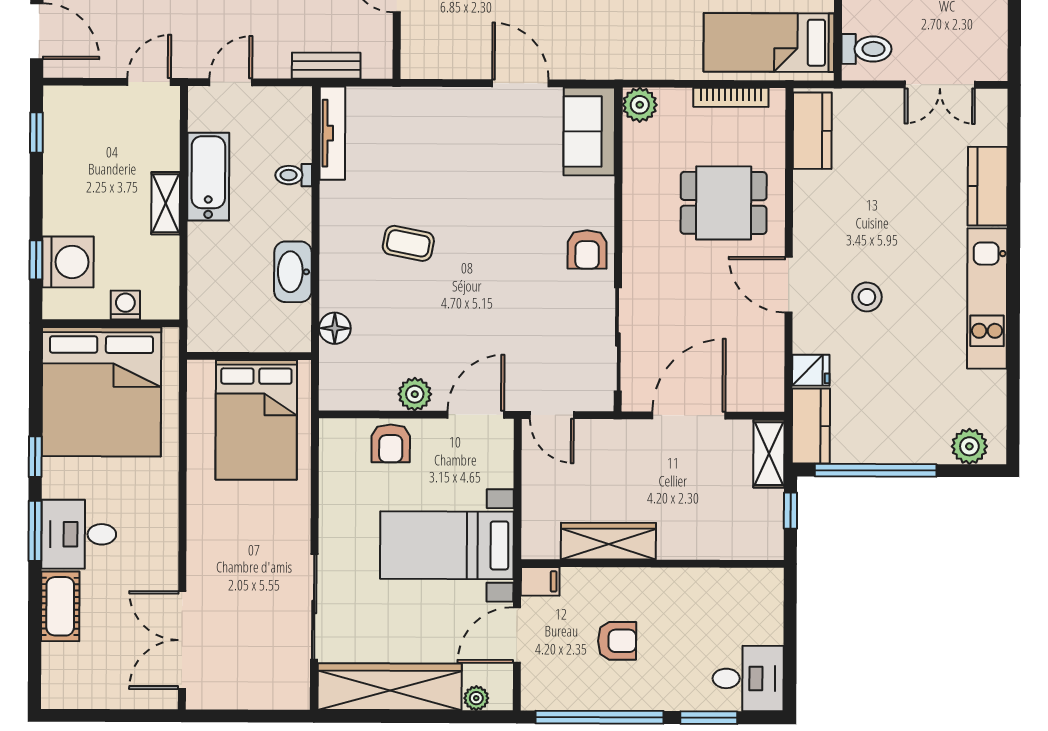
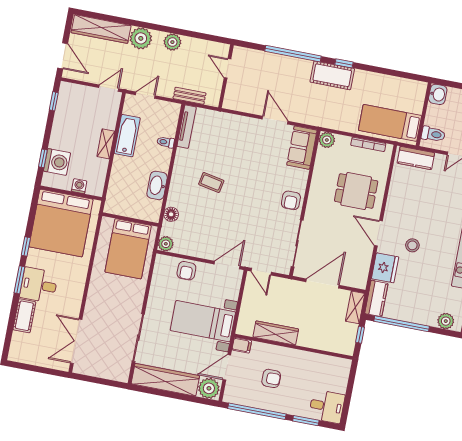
kitchen counter: (812, 131) -> (416, 158), moved, turned 90
fridge: (811, 370) -> (385, 268), width x1.88, depth x1.34
plant: (415, 394) -> (166, 244), moved
plant: (476, 698) -> (209, 388), width x1.87, depth x1.87

